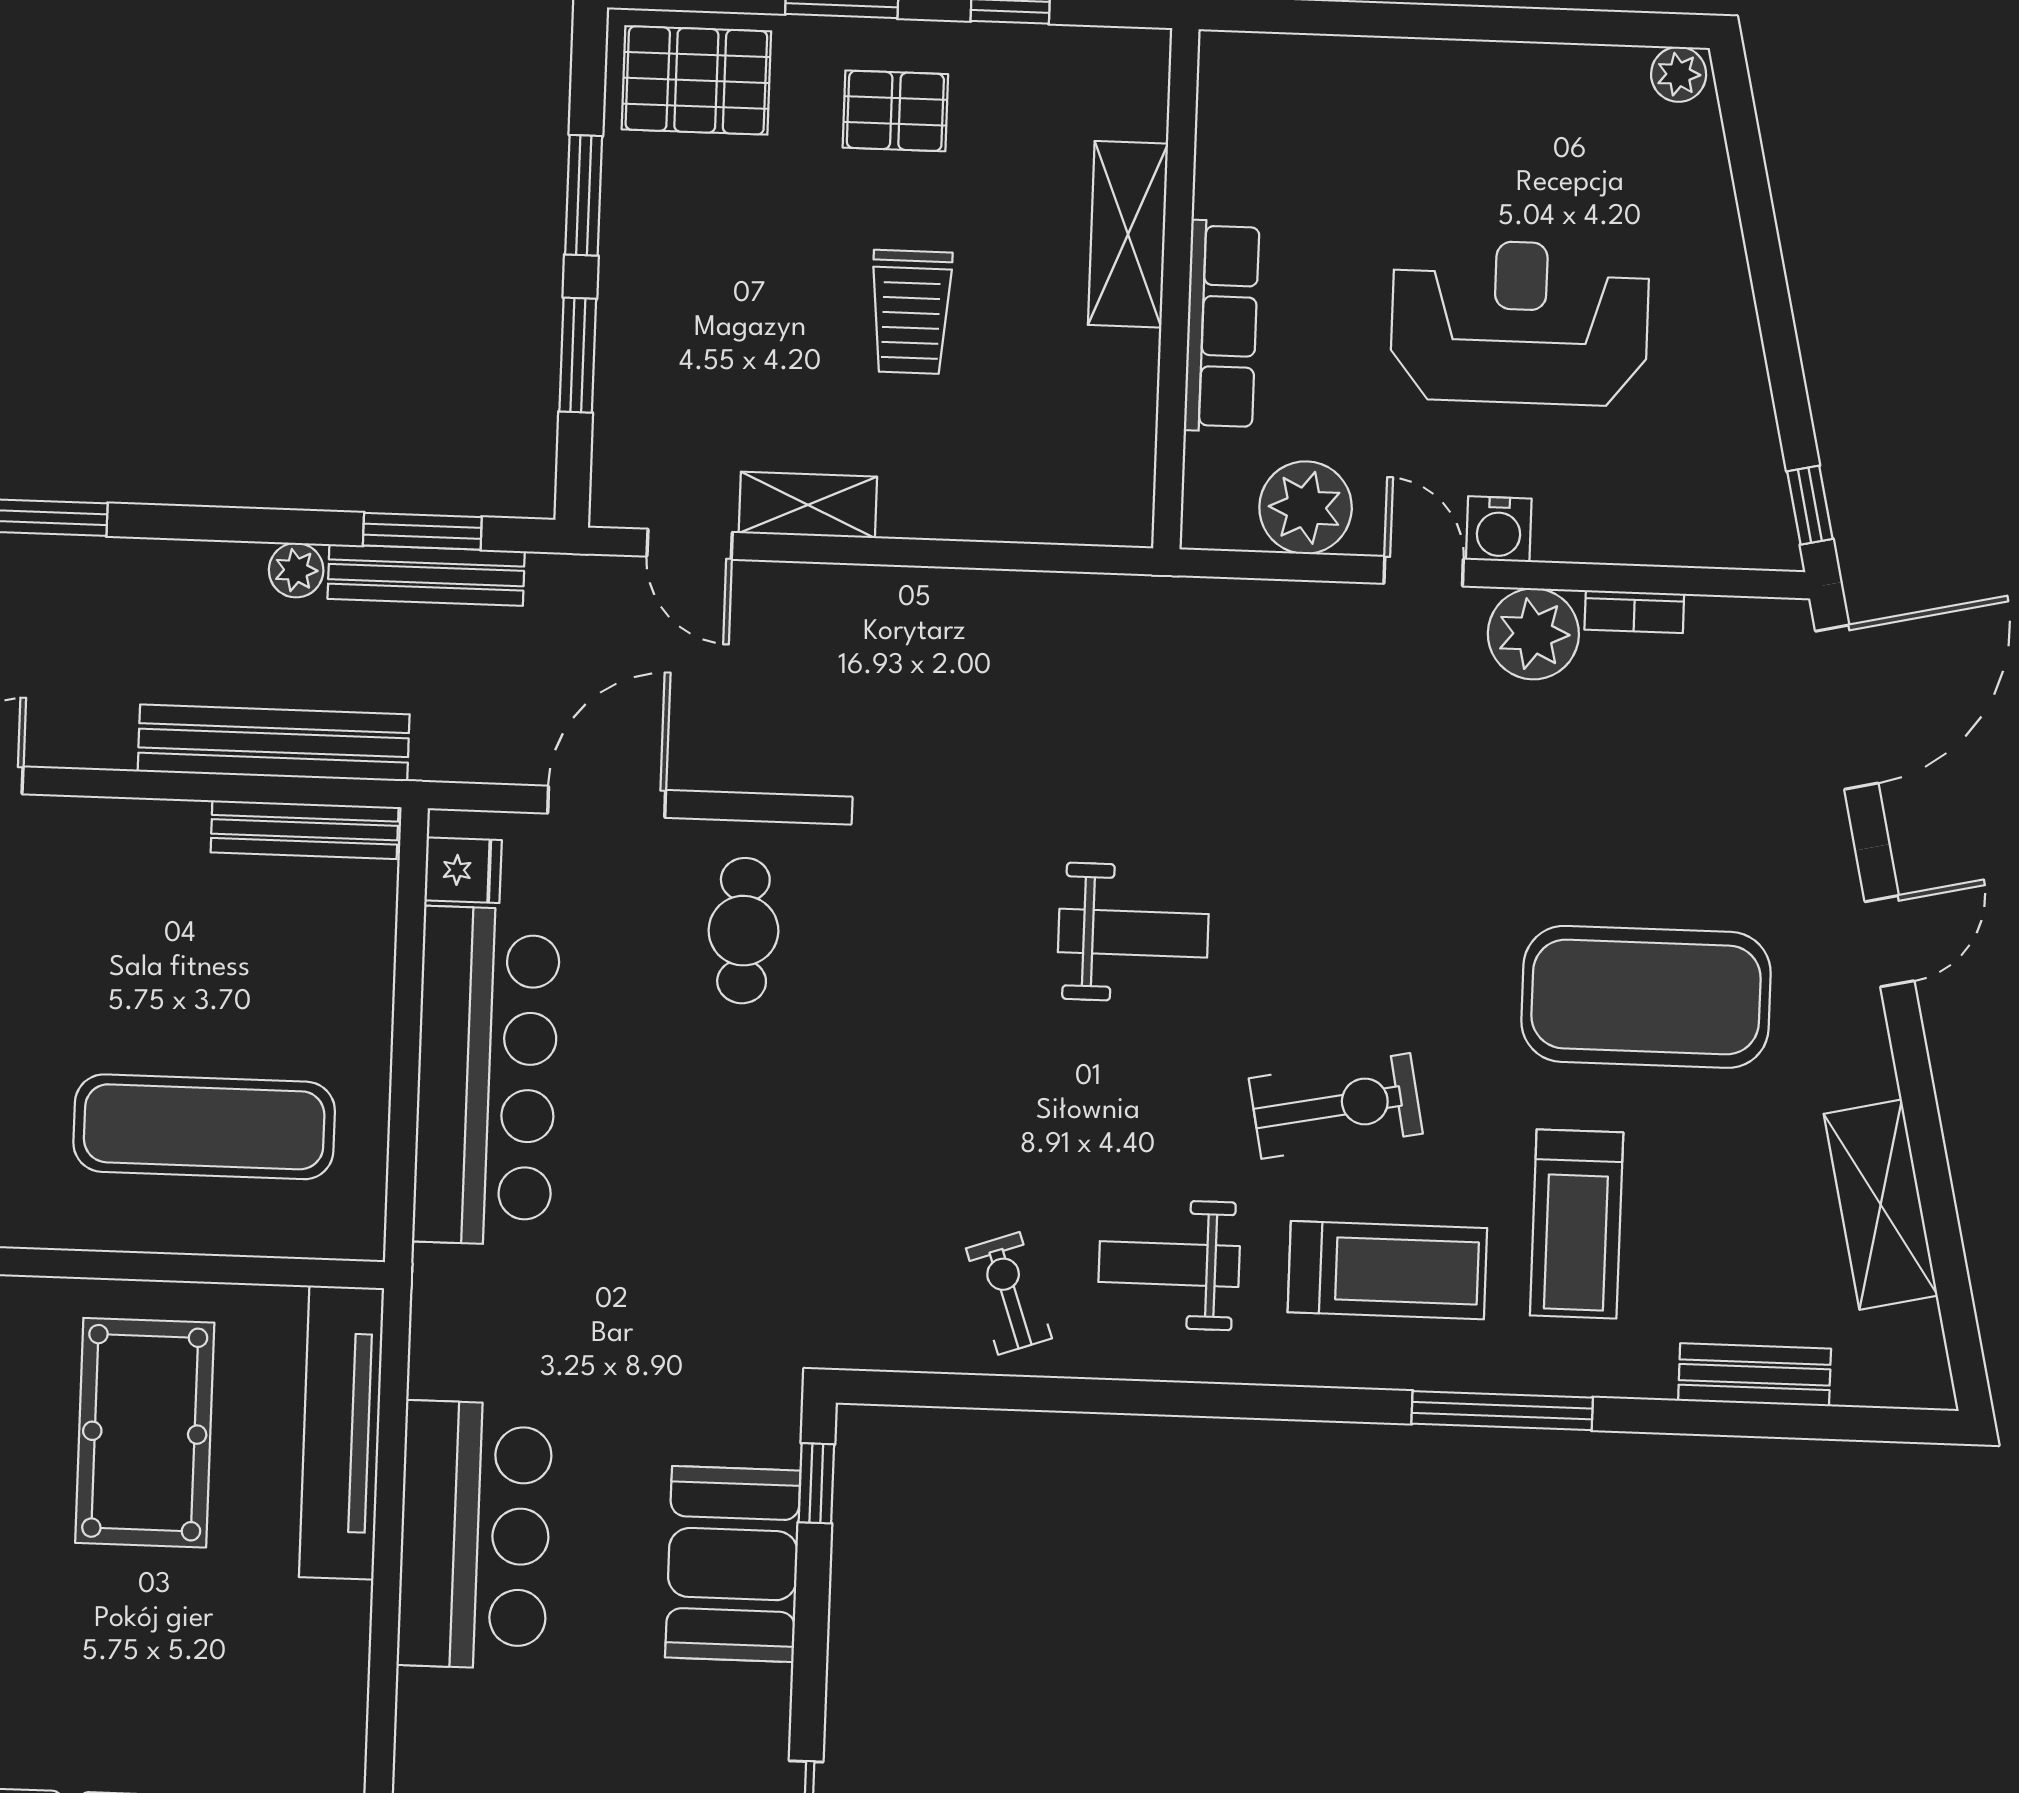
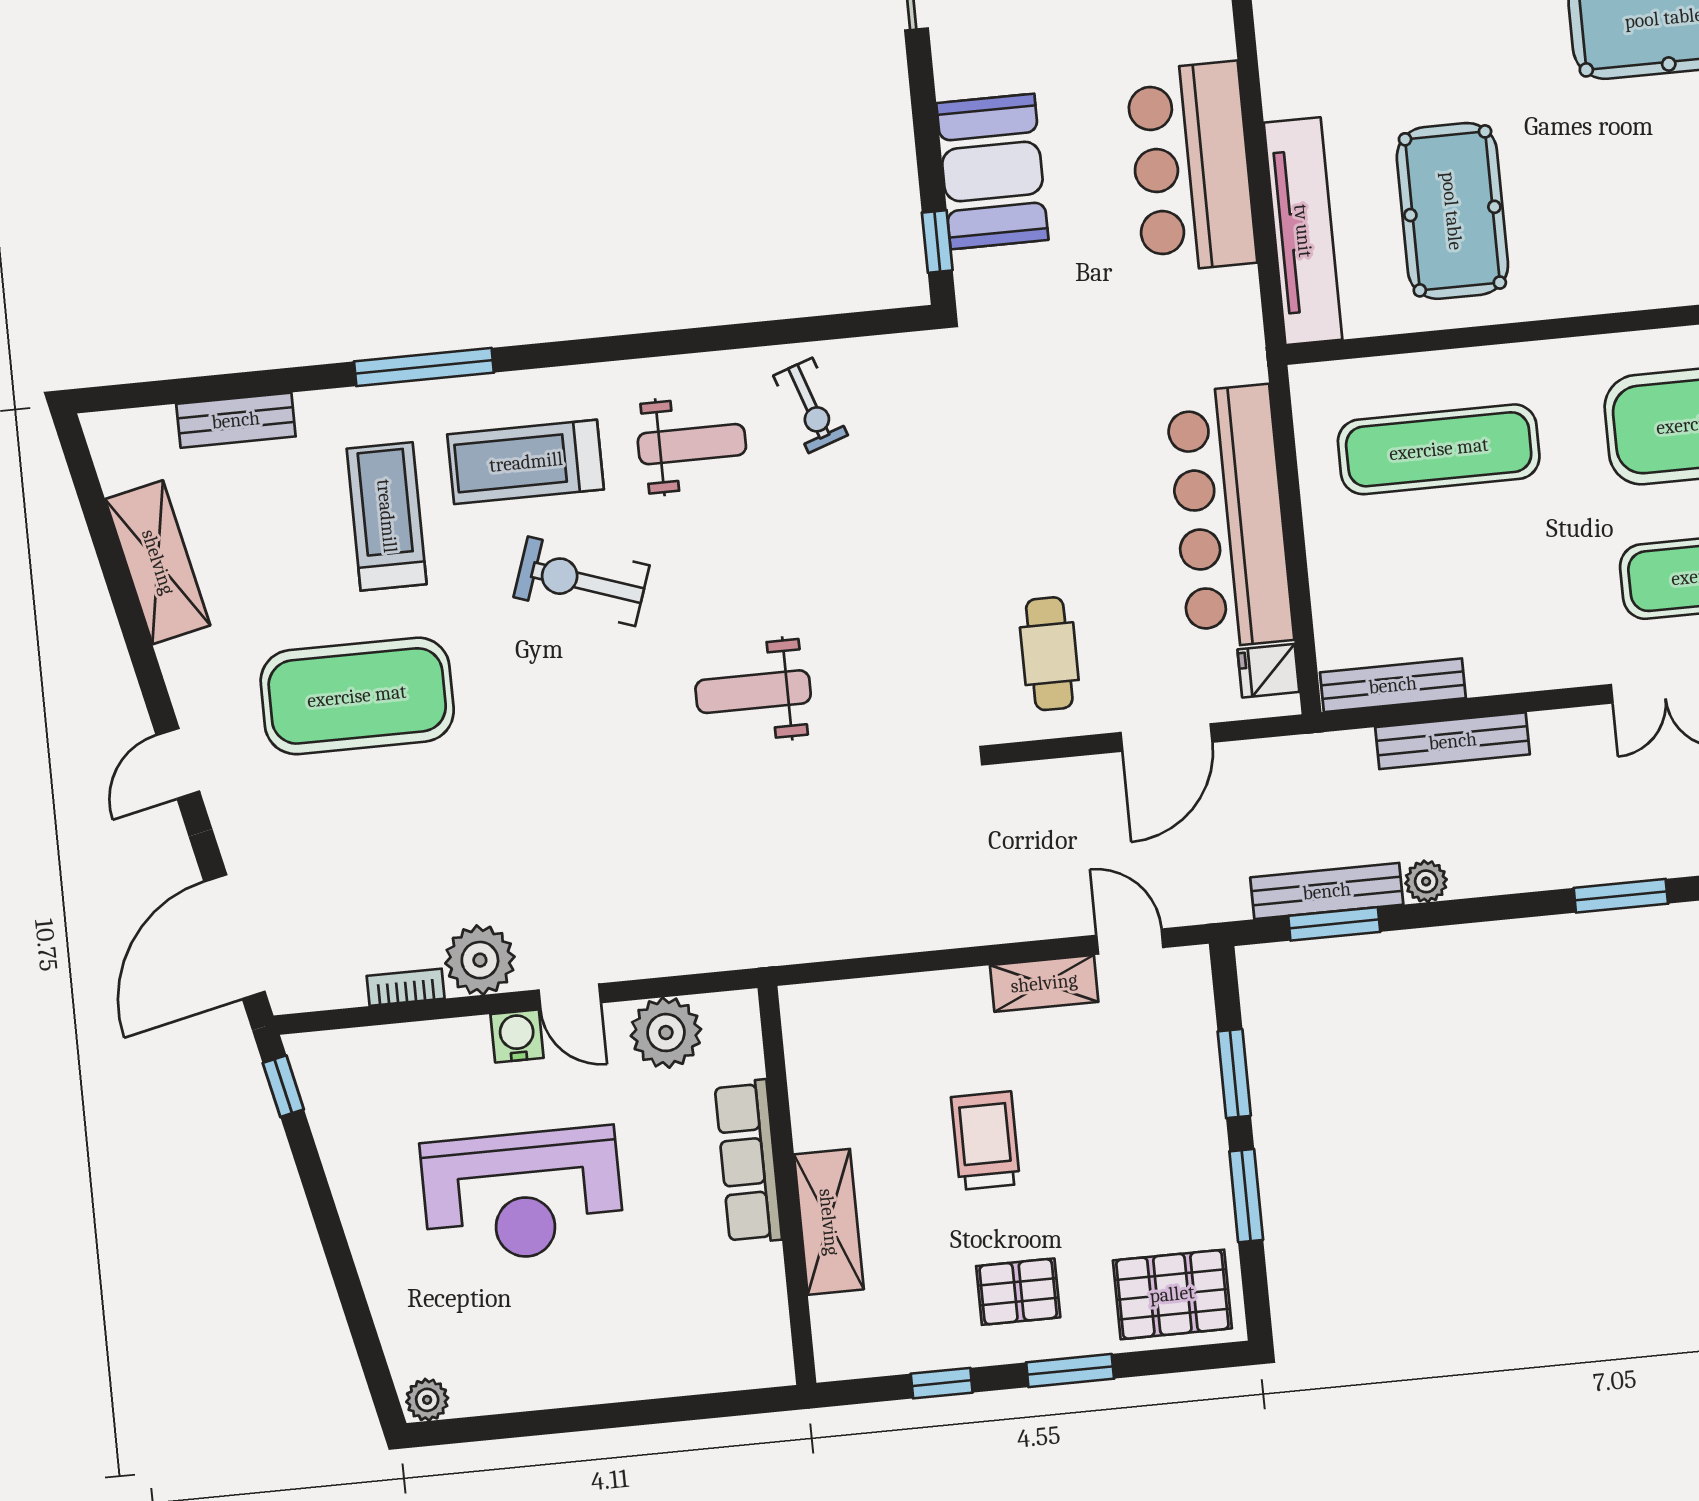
bench: (274, 743) -> (1453, 741), width x0.73, depth x0.82
exercise bike: (1336, 1106) -> (582, 581), turned 30

